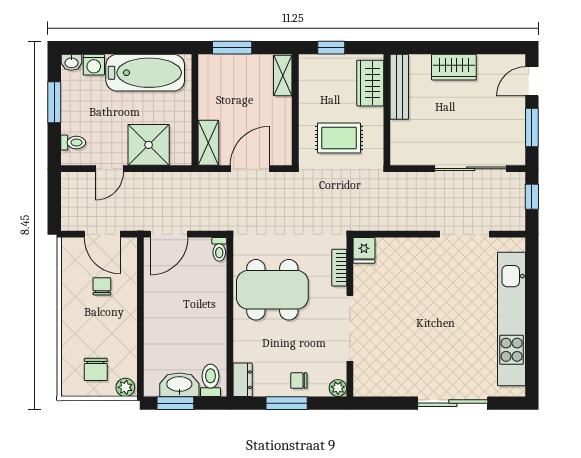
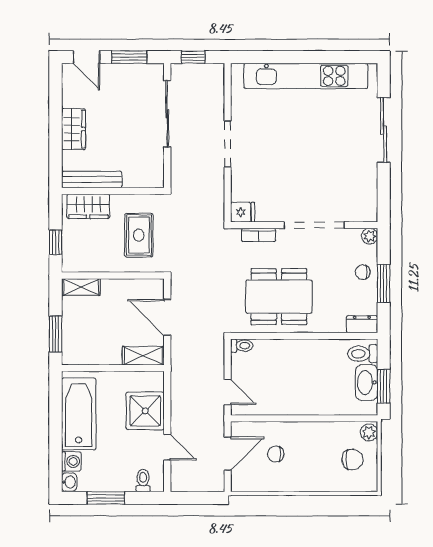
door: (169, 234) -> (228, 392), width x0.73
doorway: (464, 234) -> (228, 144), moved
dining table: (272, 290) -> (279, 297), turned 90
chair: (299, 381) -> (363, 272), turned 90

